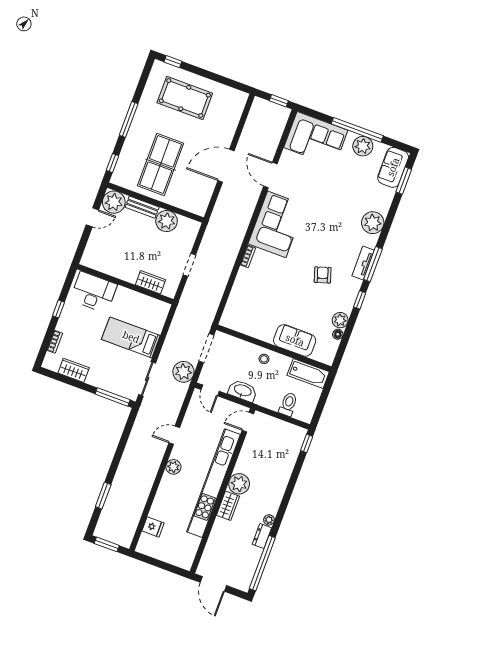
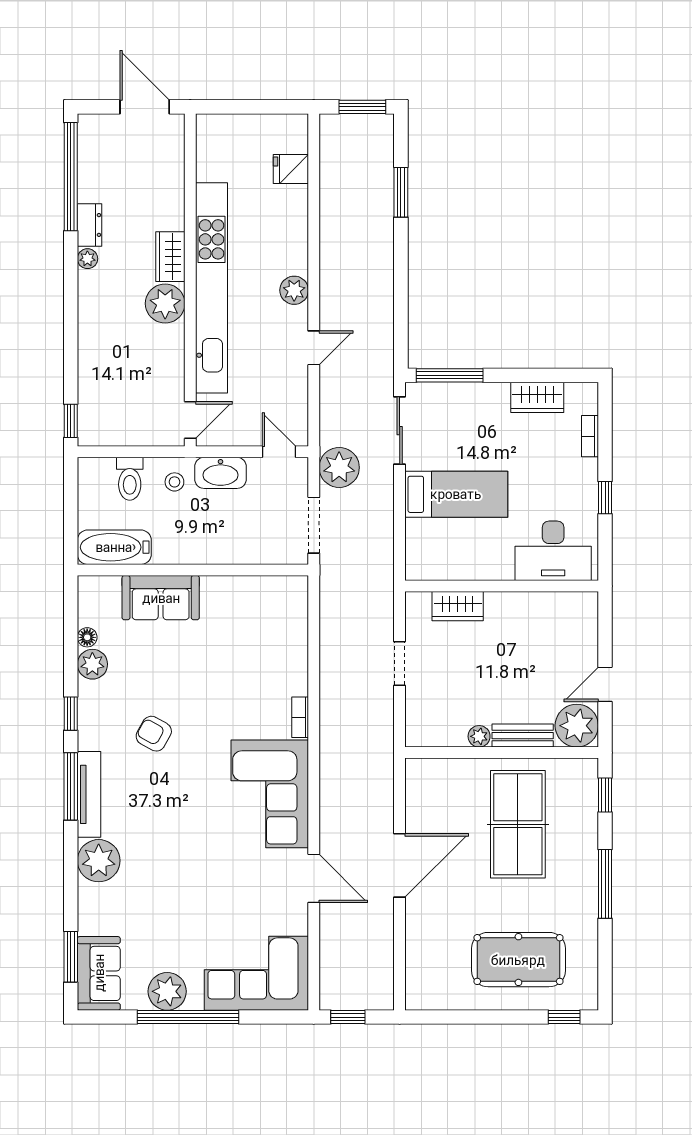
plant: (167, 221) -> (479, 736), width x0.53, depth x0.53
tv unit: (363, 263) -> (89, 794), width x1.41
armchair: (323, 275) -> (154, 734), turned 137
stool: (264, 359) -> (174, 482), moved

